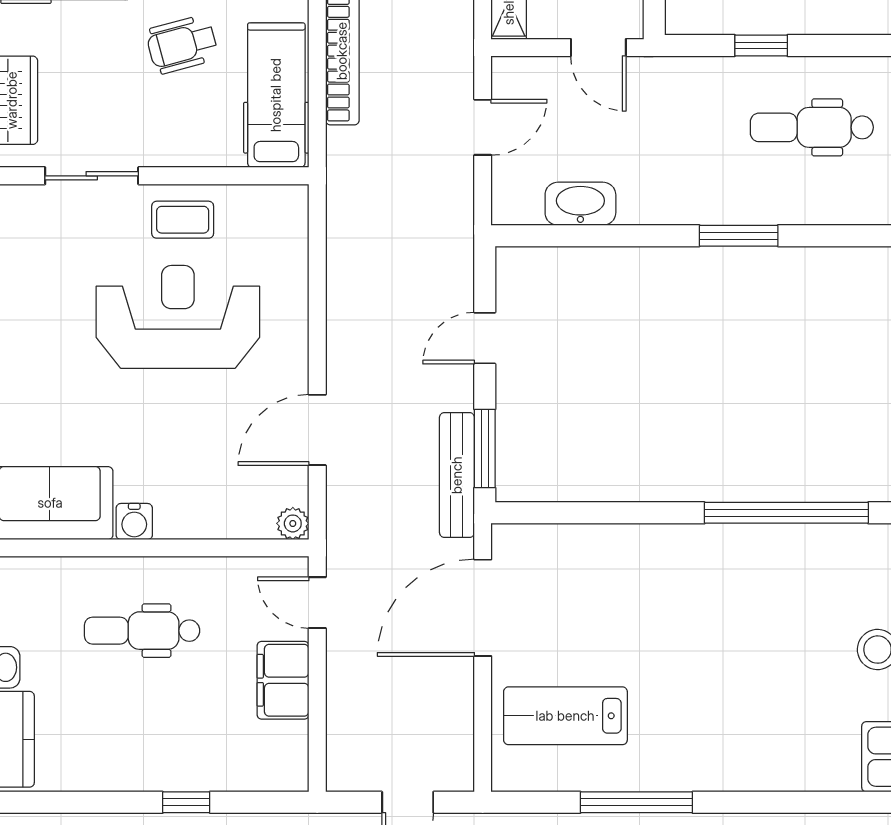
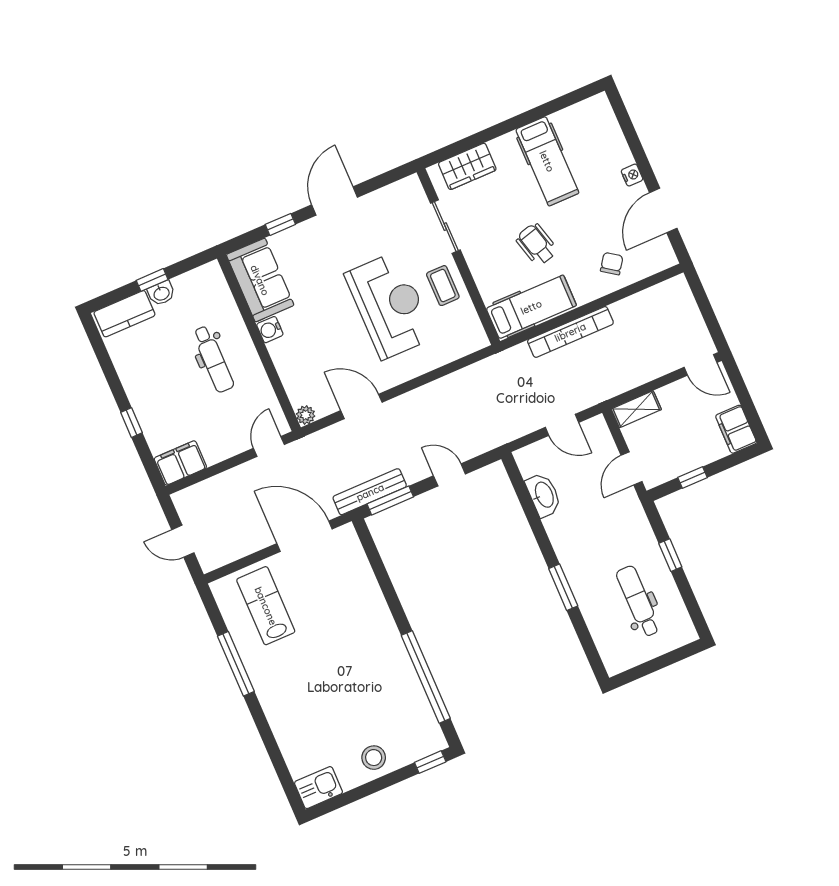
dental chair: (142, 631) -> (213, 359), turned 180
filing cabinet: (283, 680) -> (180, 463), moved

